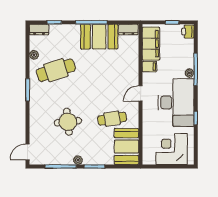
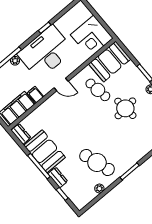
dresser: (39, 30) -> (58, 178), moved
round table: (68, 122) -> (125, 108), moved
corner desk: (172, 149) -> (92, 36), moved

